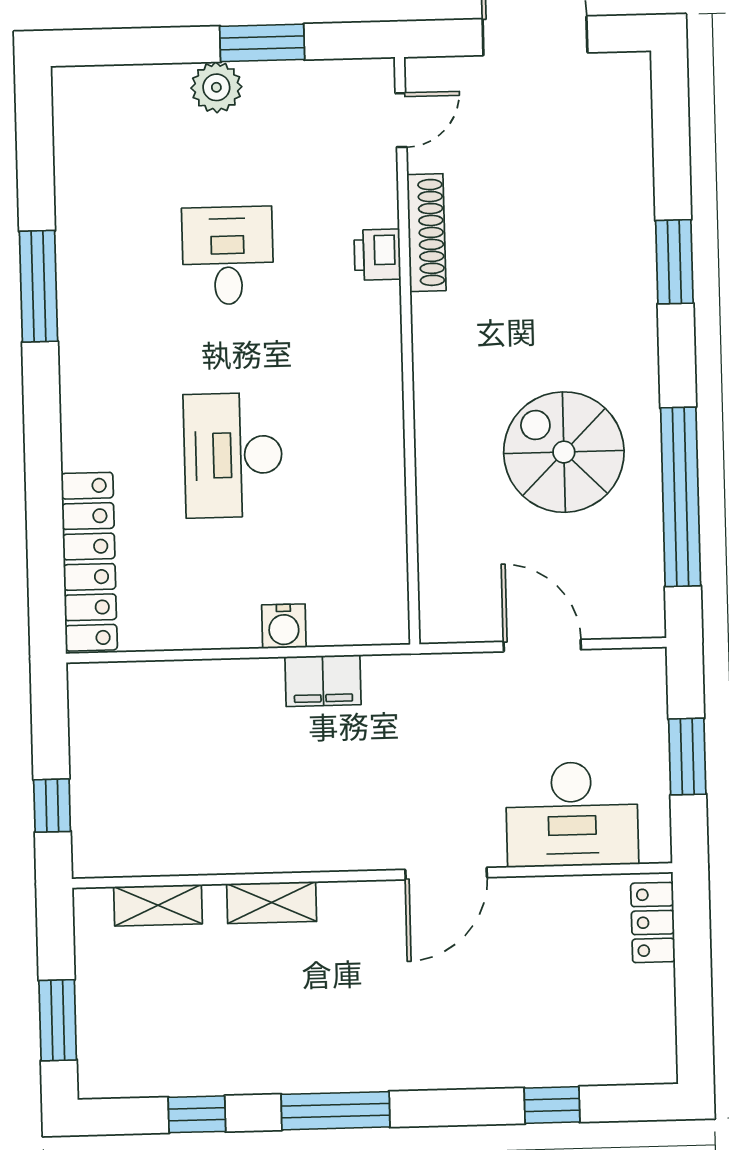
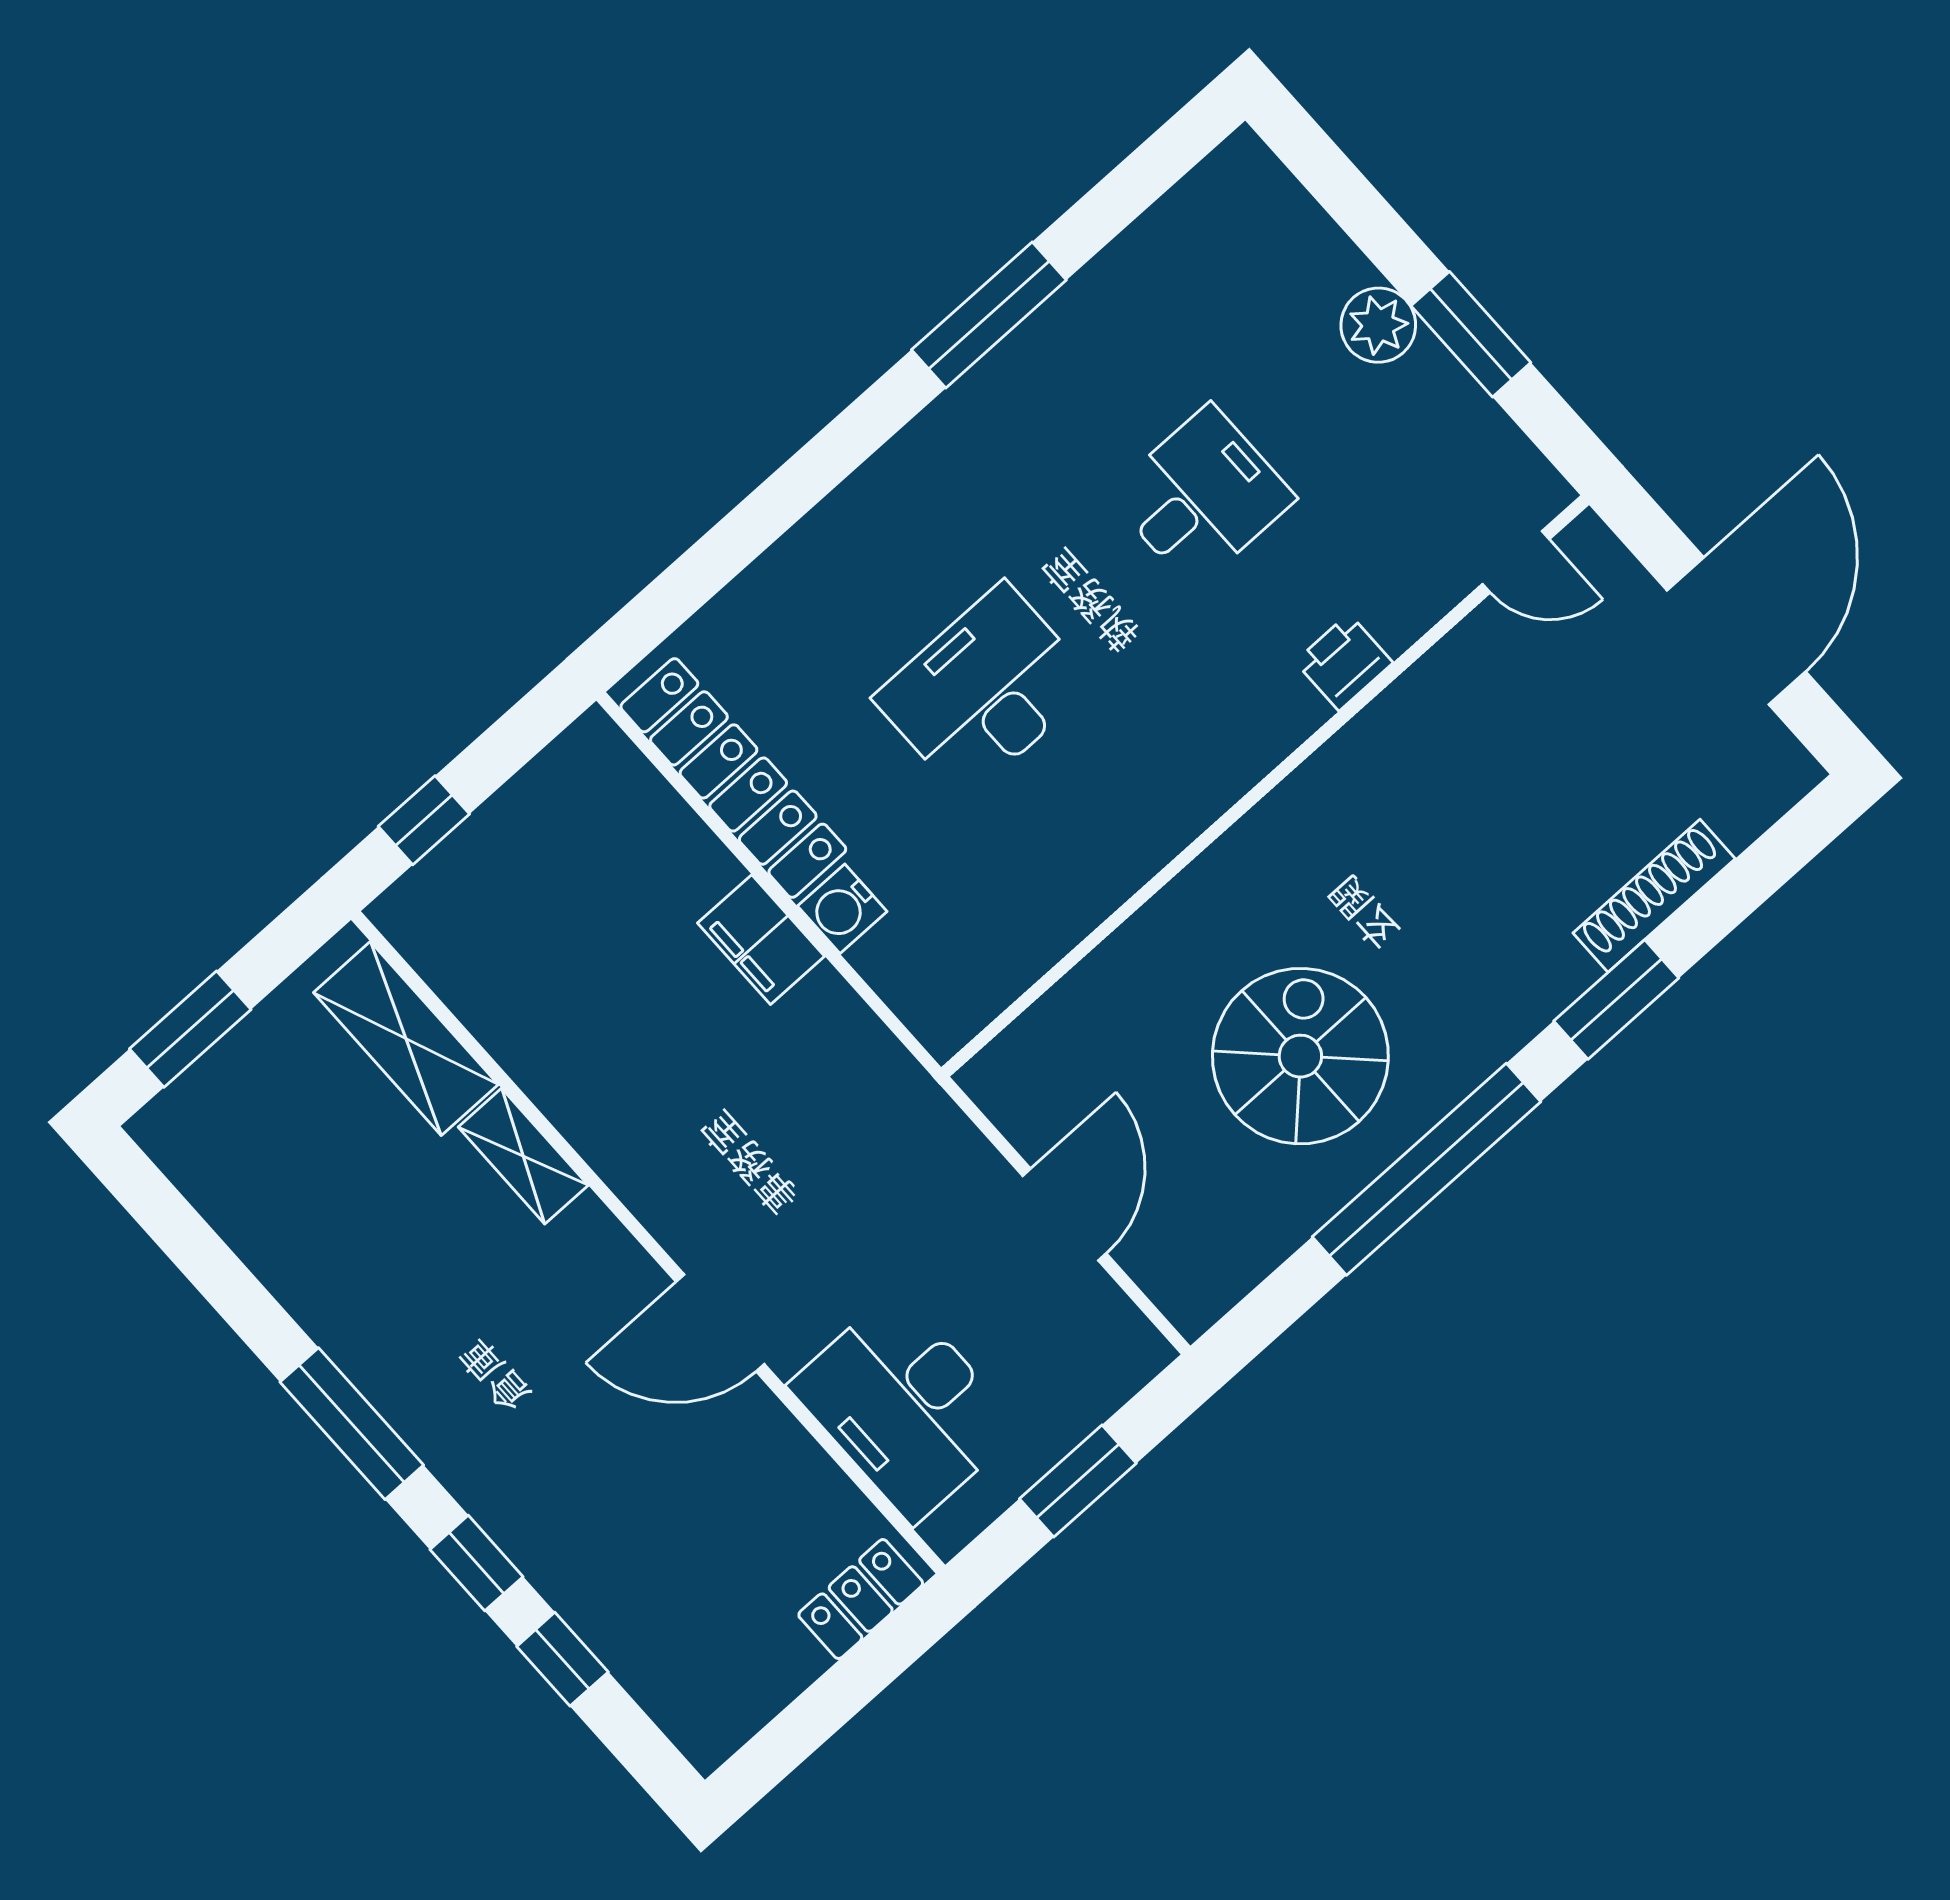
shoe rack: (426, 233) -> (1654, 896), moved, turned 180
window: (681, 497) -> (1426, 1169), moved
locker: (89, 562) -> (733, 778), moved, turned -90
filing cabinet: (323, 681) -> (761, 940), moved
shelving: (158, 905) -> (406, 1038), width x1.50, depth x1.33
window: (197, 1114) -> (477, 1563), moved

